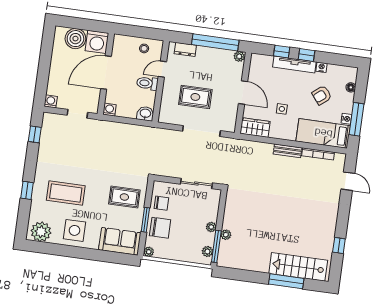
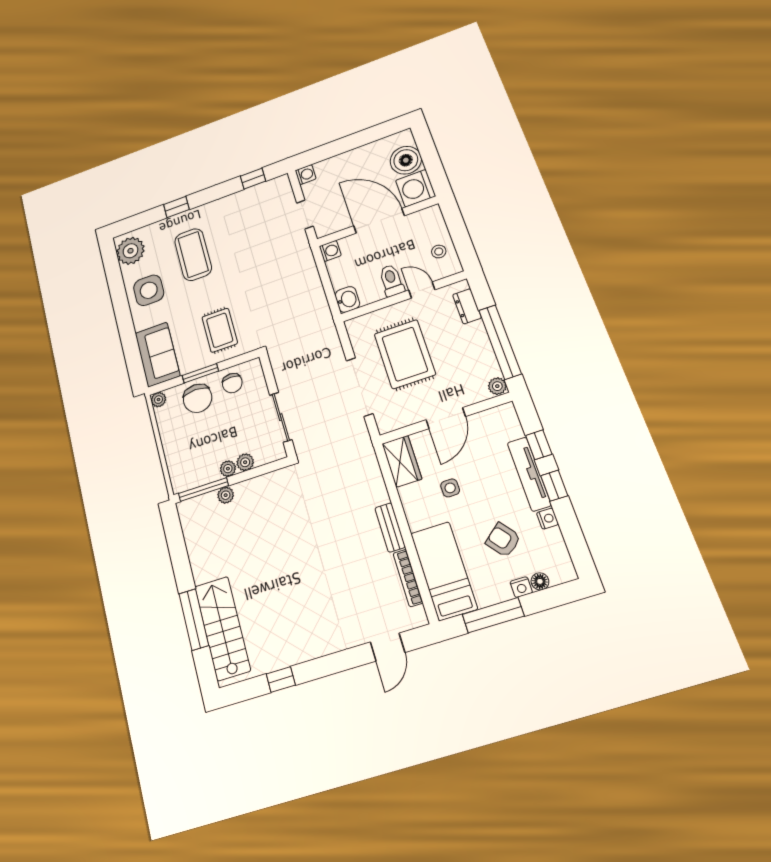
rug: (195, 97) -> (405, 354), width x1.36, depth x1.43
nightstand: (346, 119) -> (521, 587), moved
plant: (207, 251) -> (245, 462), moved

